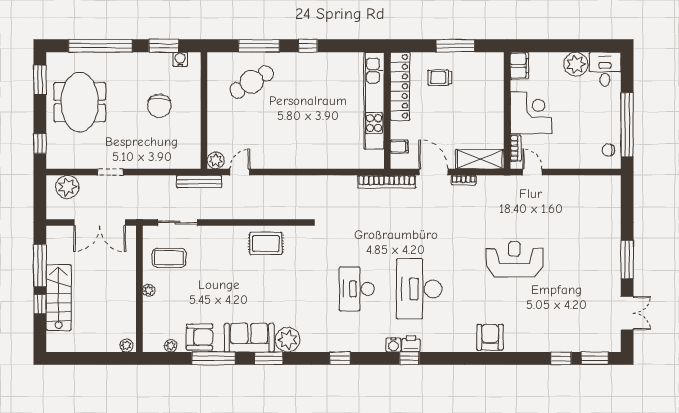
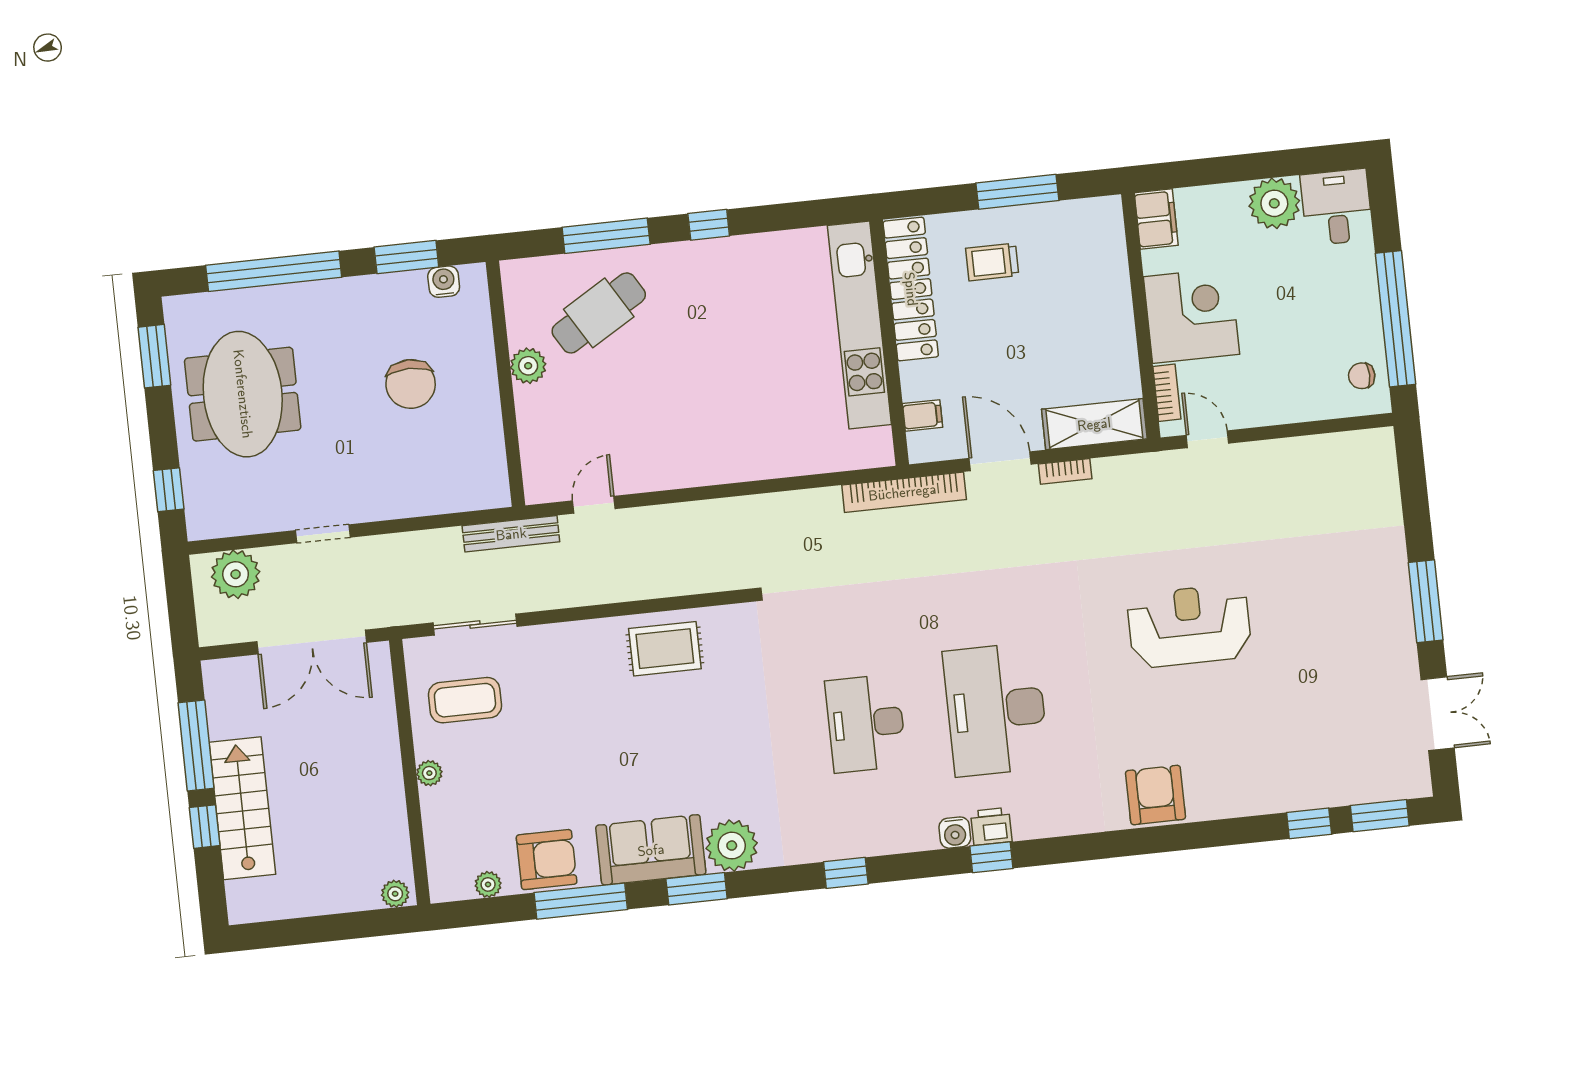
plant: (216, 160) -> (528, 366), moved

